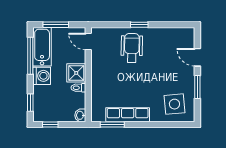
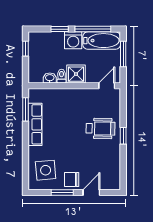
chair: (184, 77) -> (72, 180), added
window: (30, 103) -> (60, 29), moved
washbasin: (80, 115) -> (50, 78), moved

